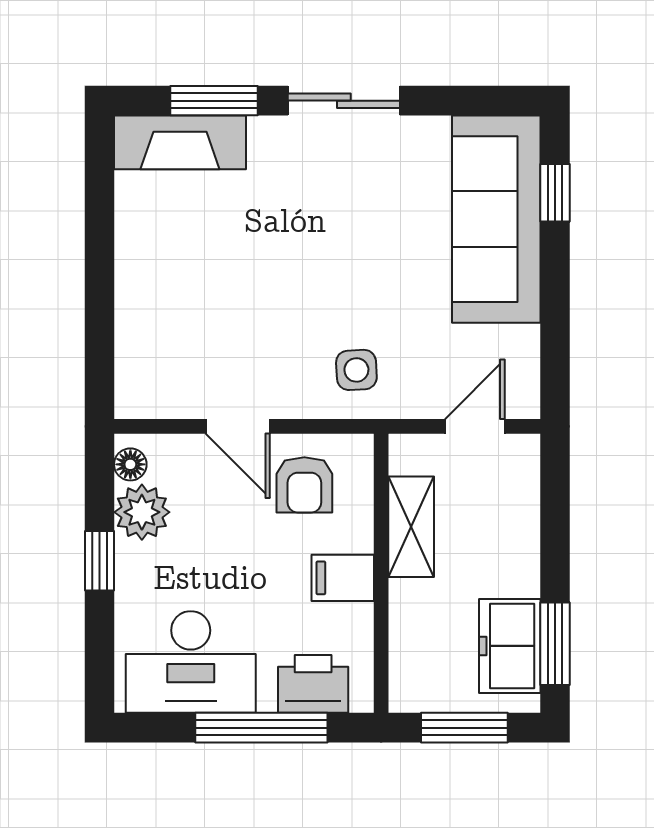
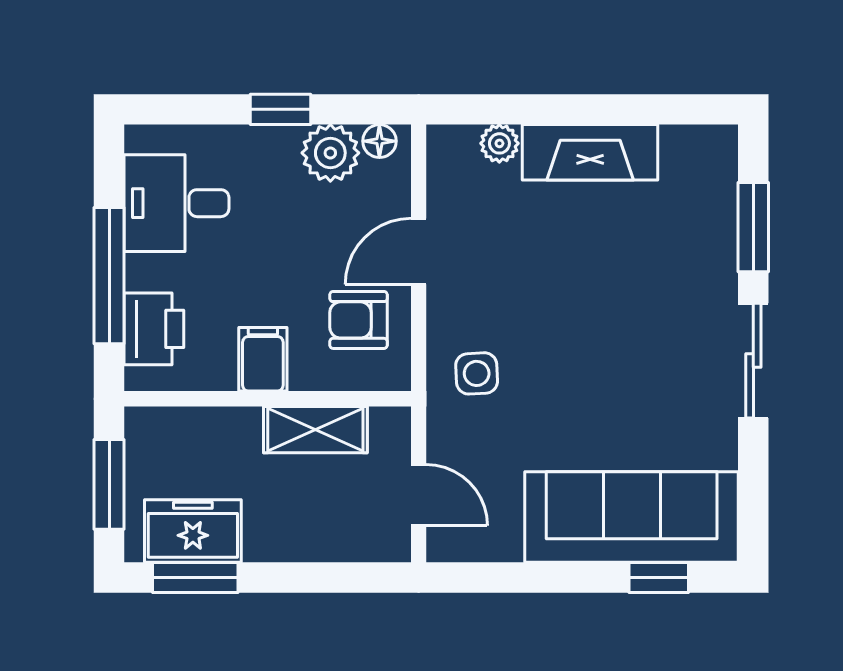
fireplace: (180, 142) -> (590, 152), moved, turned -90
plant: (133, 348) -> (499, 143), added
desk: (191, 662) -> (176, 203), width x0.73

